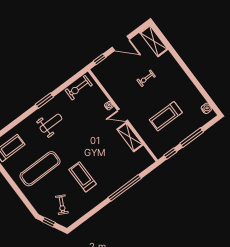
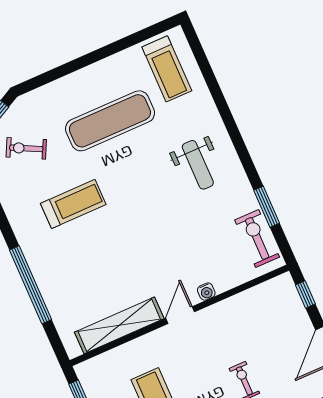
window: (44, 101) -> (267, 207), moved
shelving: (130, 137) -> (119, 325), width x1.47
exercise mat: (40, 169) -> (110, 121), turned 90

